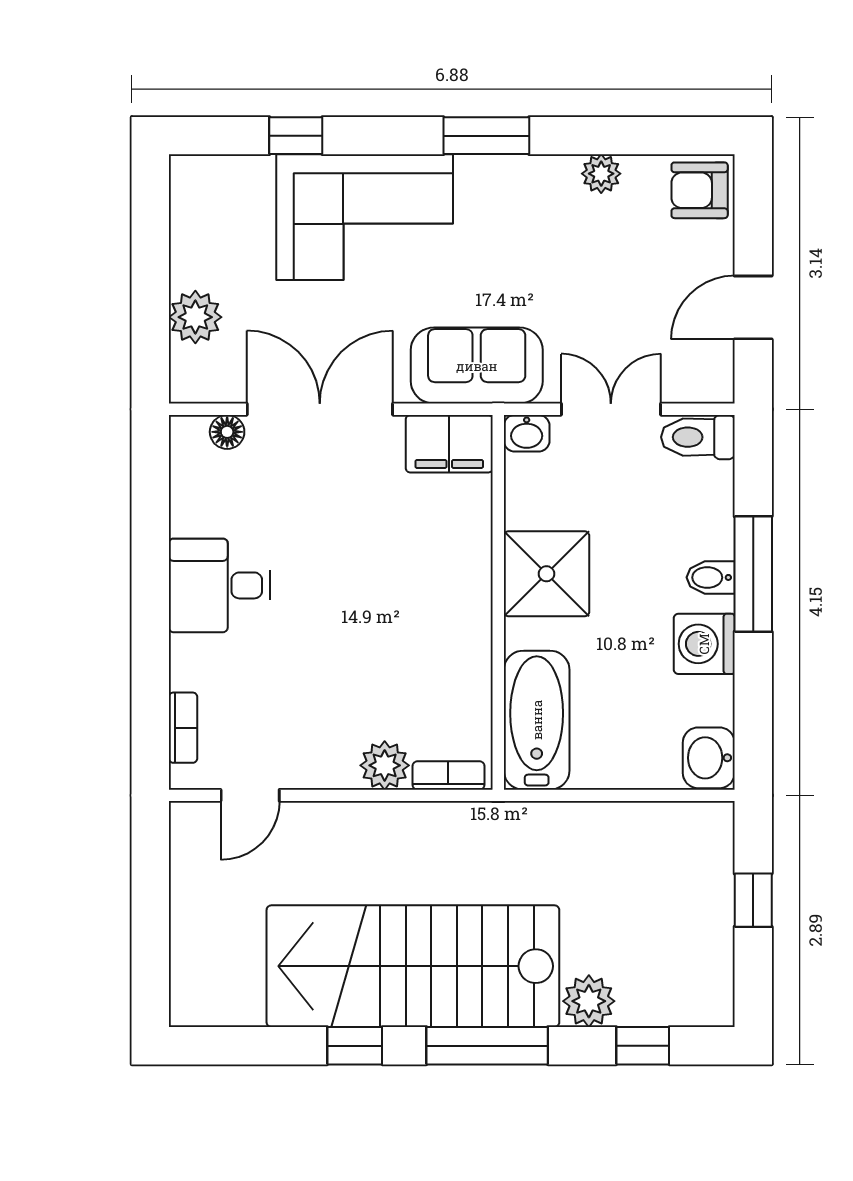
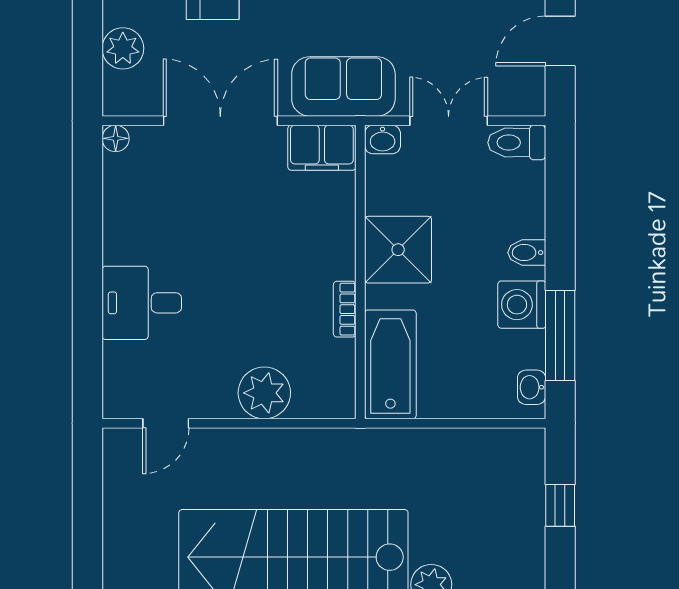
floor lamp: (227, 432) -> (116, 138), moved
window: (753, 574) -> (560, 335), moved
desk: (219, 585) -> (142, 303), moved
bookcase: (183, 728) -> (113, 370), removed
washbasin: (709, 758) -> (532, 387), width x0.72, depth x0.69
plant: (385, 765) -> (264, 393), width x1.36, depth x1.36
bookcase: (448, 775) -> (345, 309), moved, turned -90

